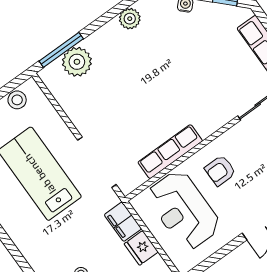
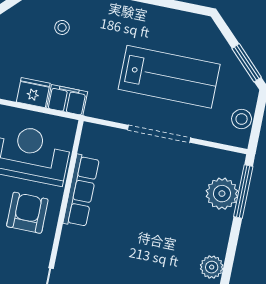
doorway: (97, 162) -> (159, 134), moved
armchair: (220, 170) -> (27, 213), width x1.38, depth x1.38

